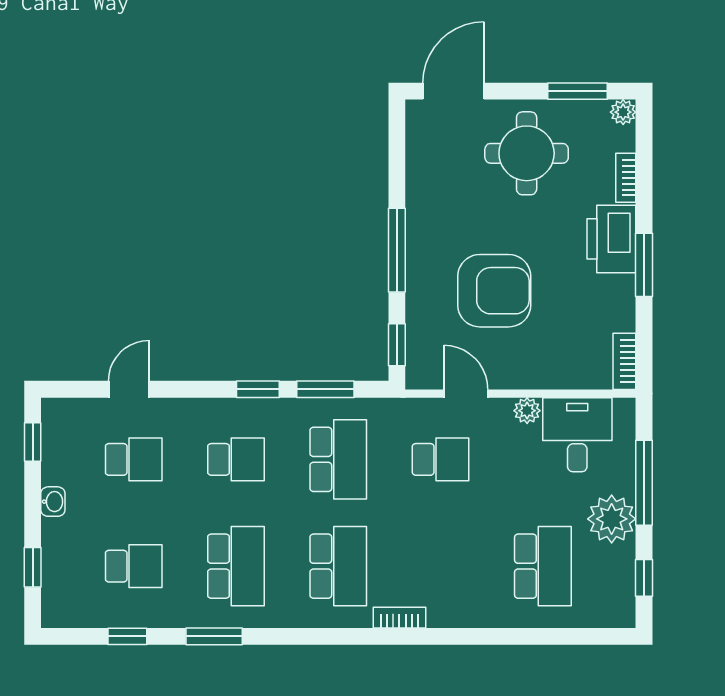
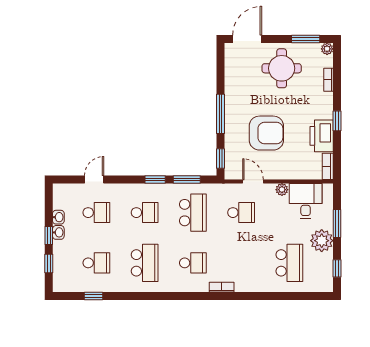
printer: (611, 239) -> (322, 136), moved
window: (644, 265) -> (337, 121), width x0.67
window: (33, 442) -> (49, 235), moved
washbasin: (53, 469) -> (58, 217), added
window: (644, 483) -> (337, 224), width x0.69
school desk: (338, 566) -> (193, 263), width x0.54
window: (214, 636) -> (134, 296), removed

